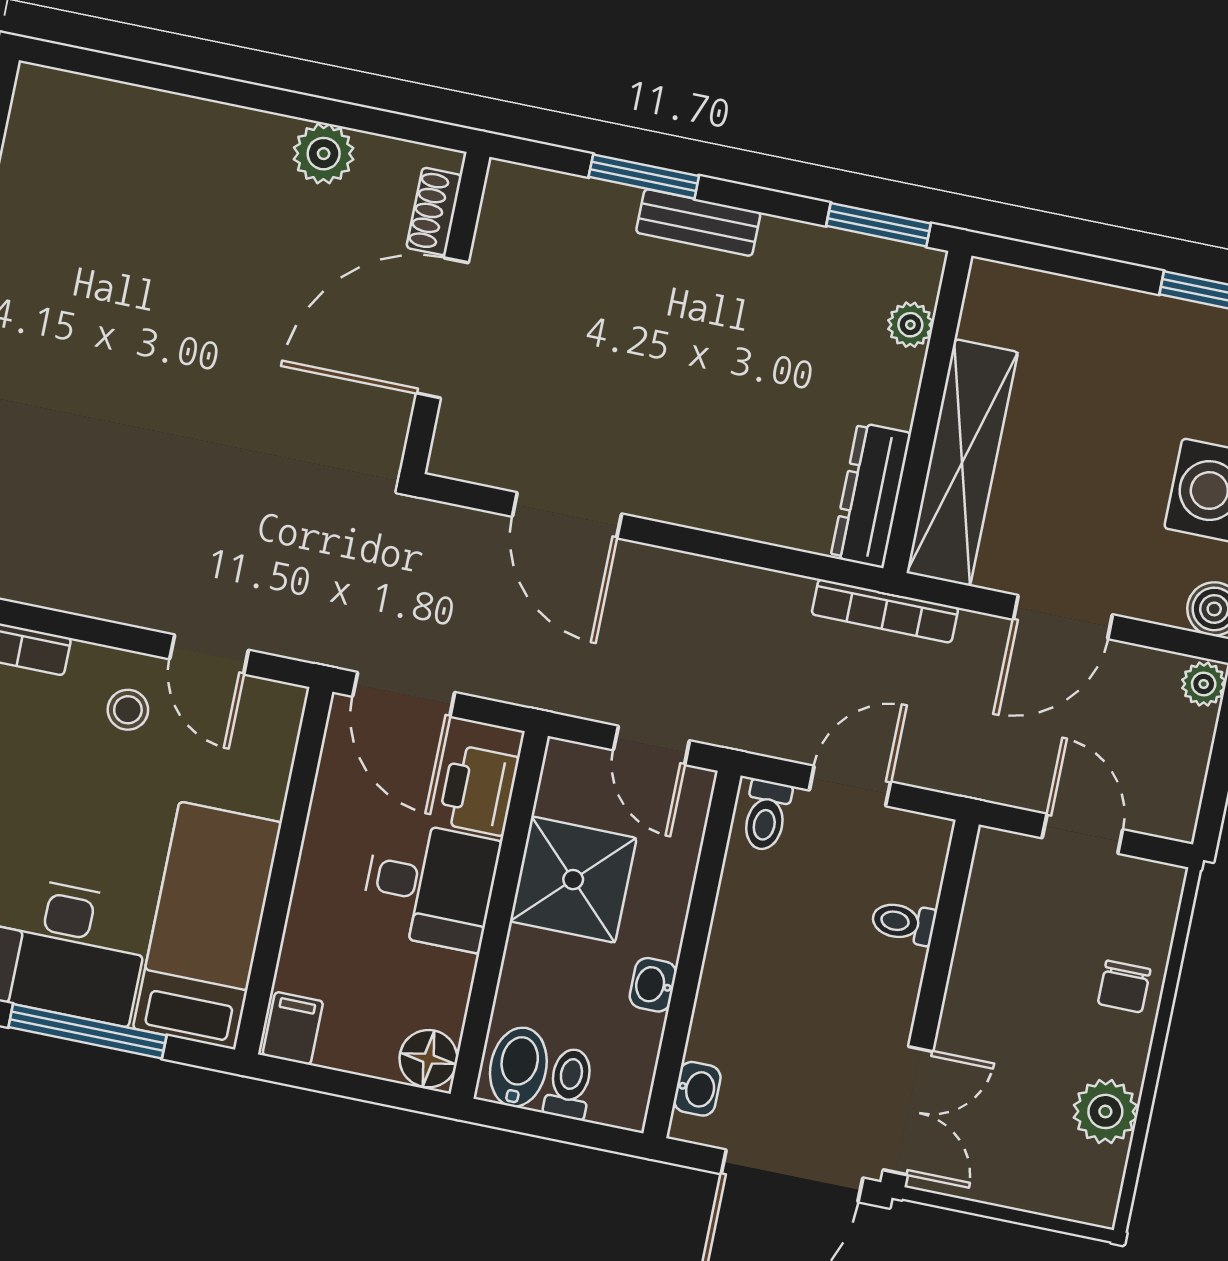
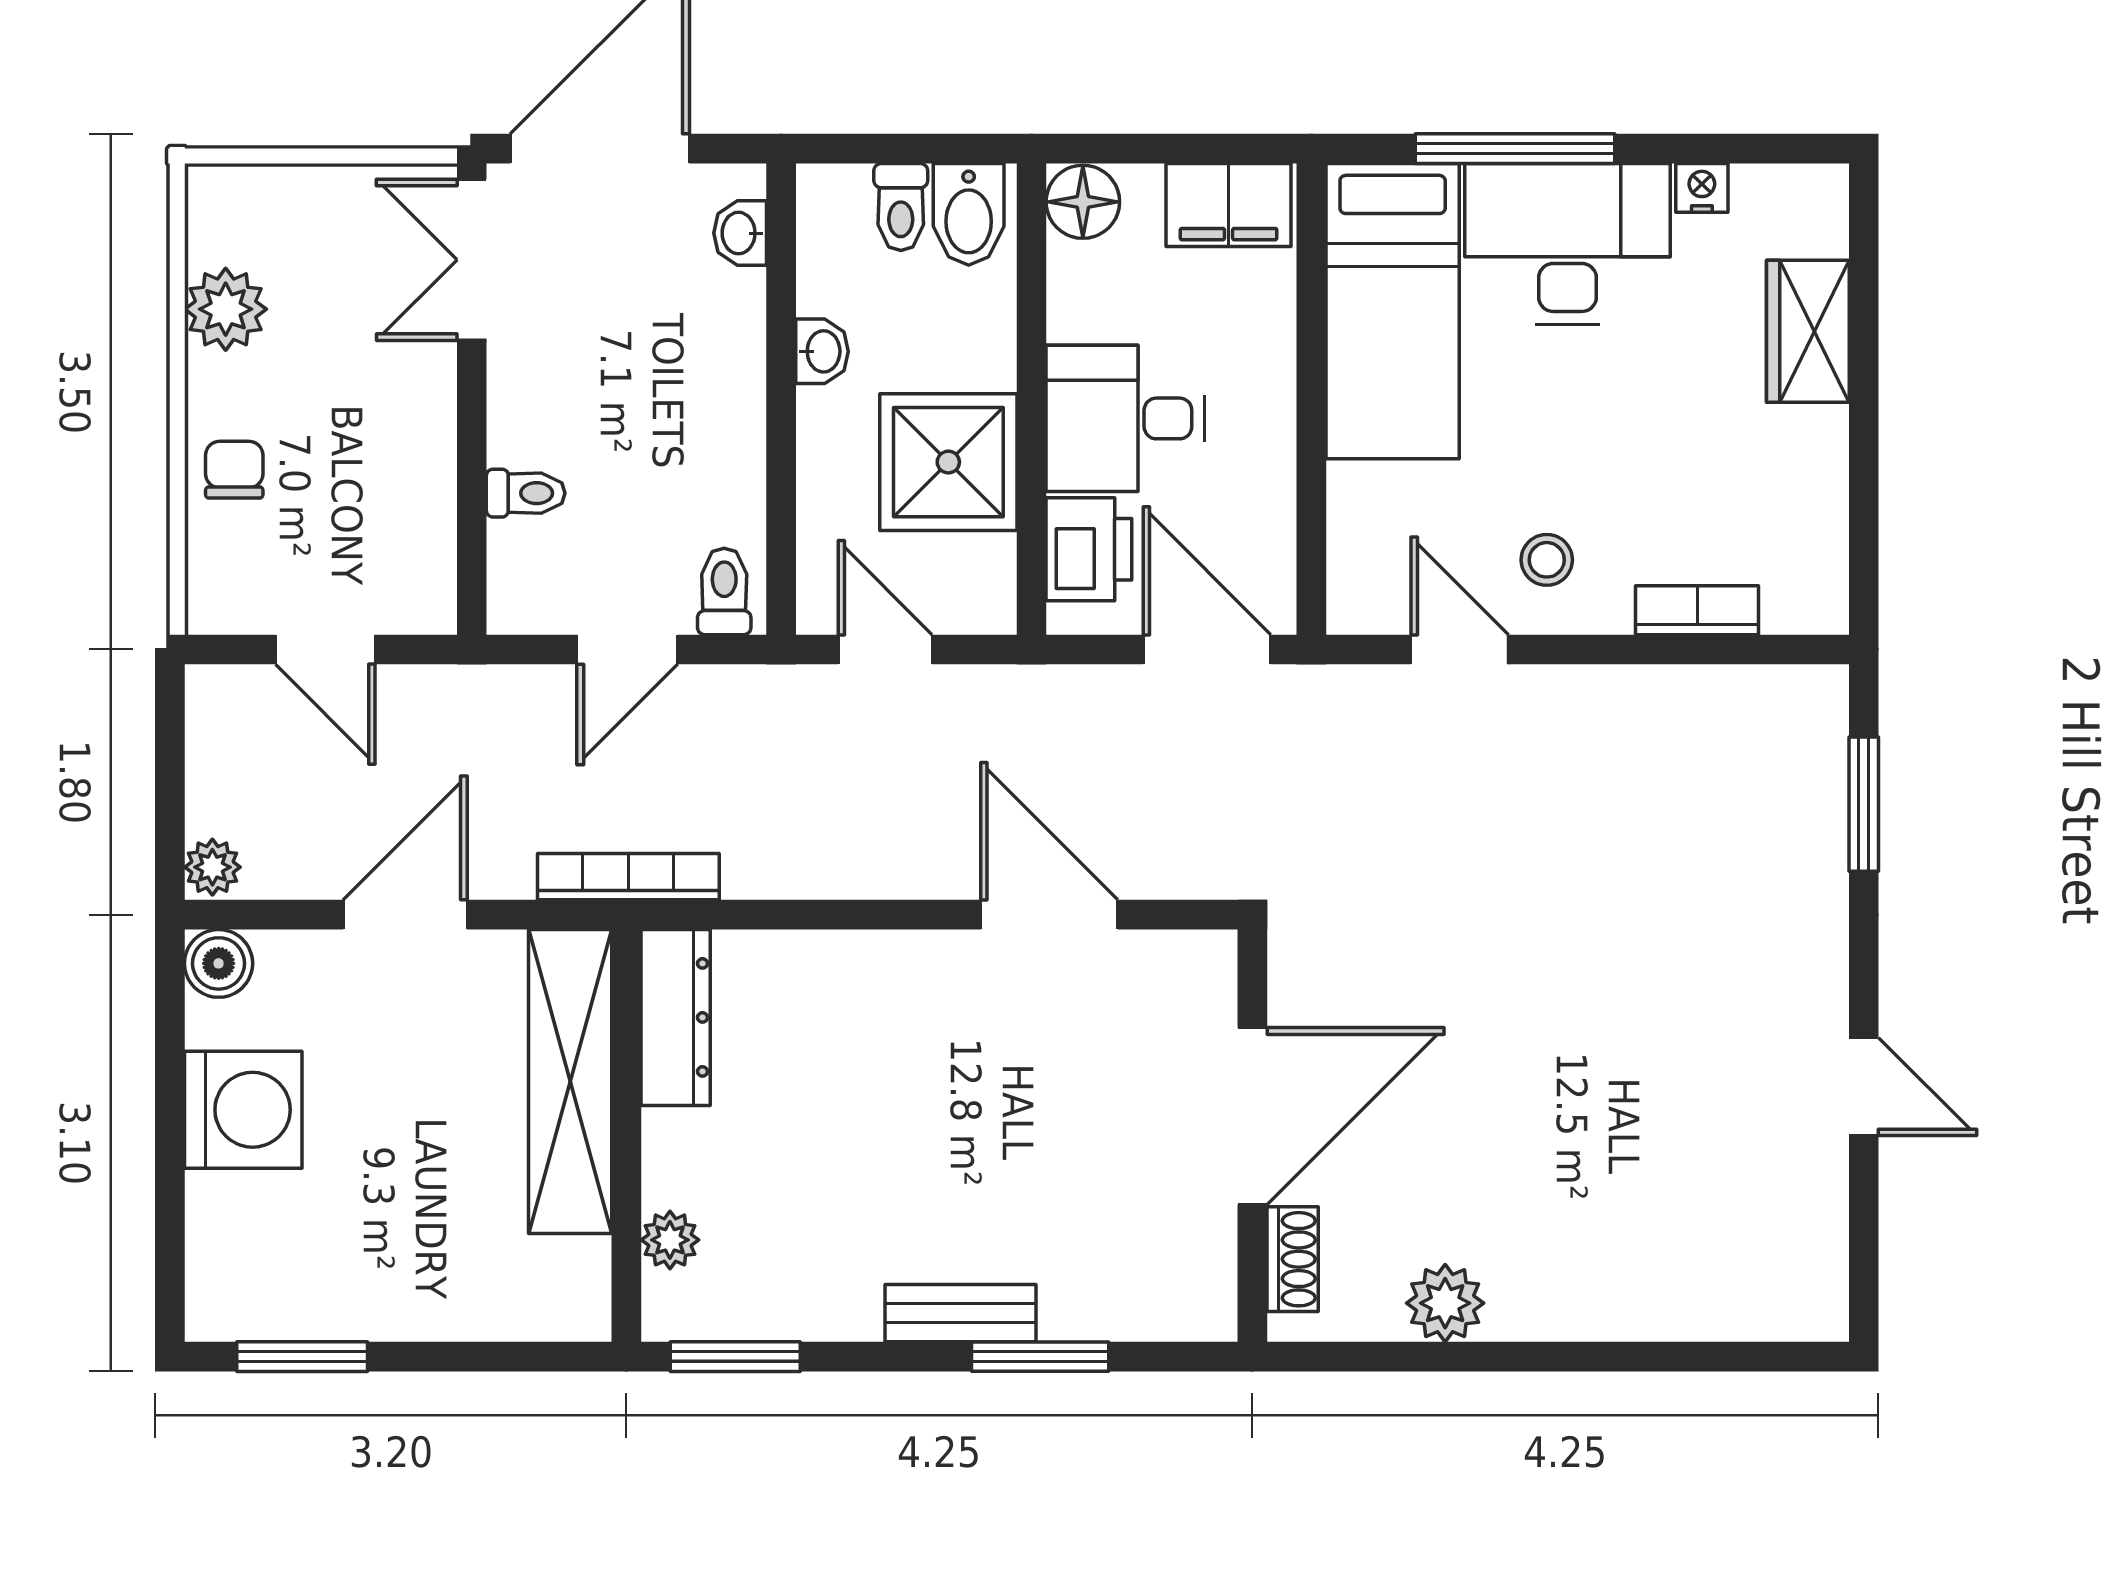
filing cabinet: (293, 1028) -> (1229, 205), width x2.00

